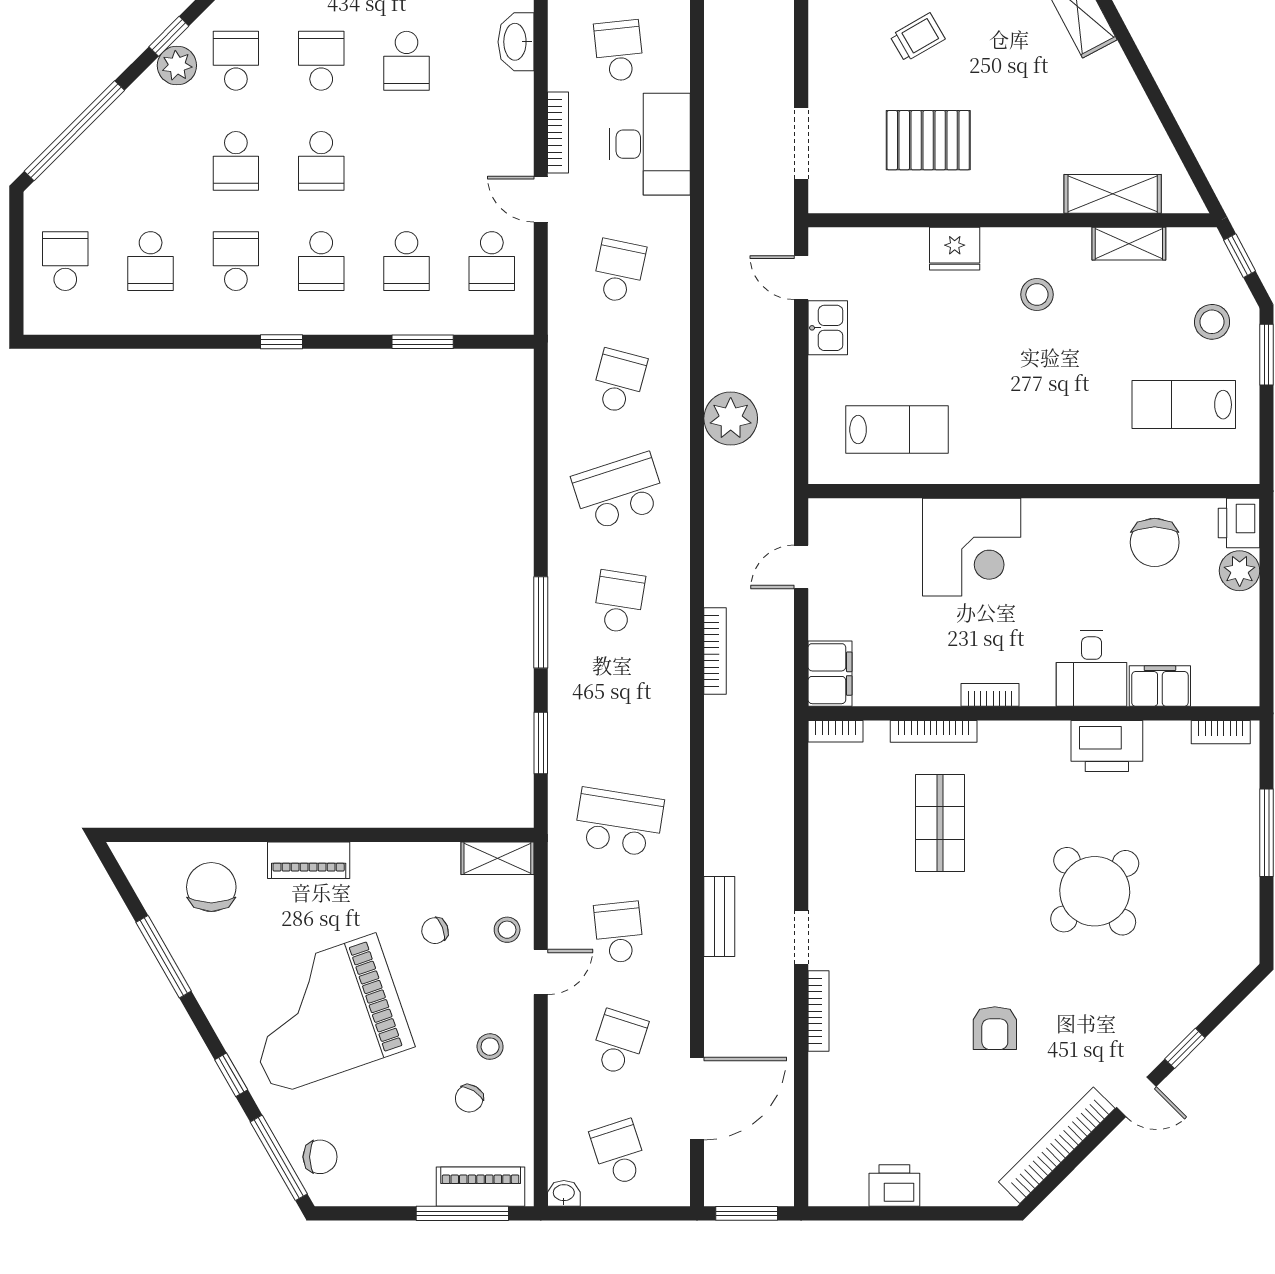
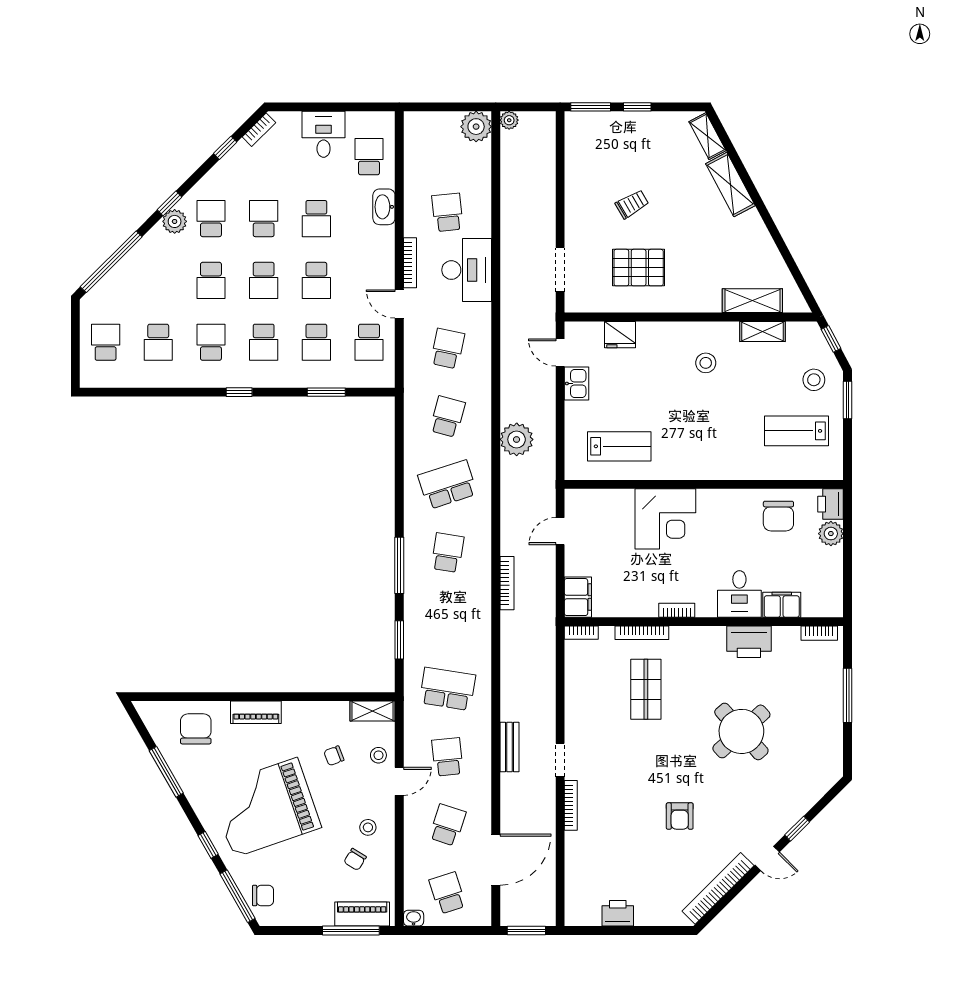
school desk: (406, 161) -> (316, 280), added
fridge: (955, 249) -> (620, 335), moved

